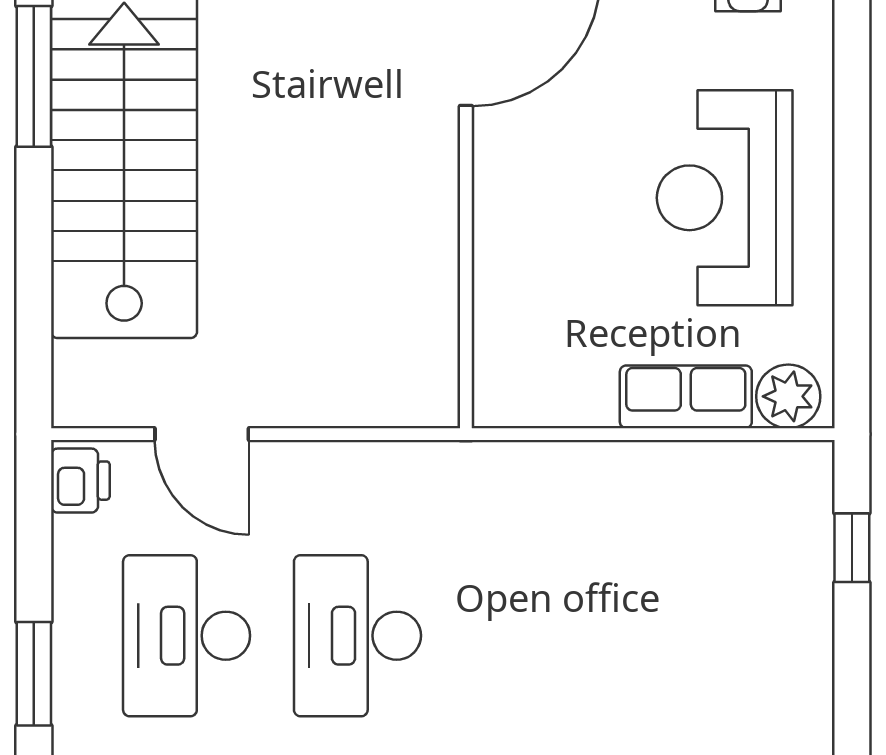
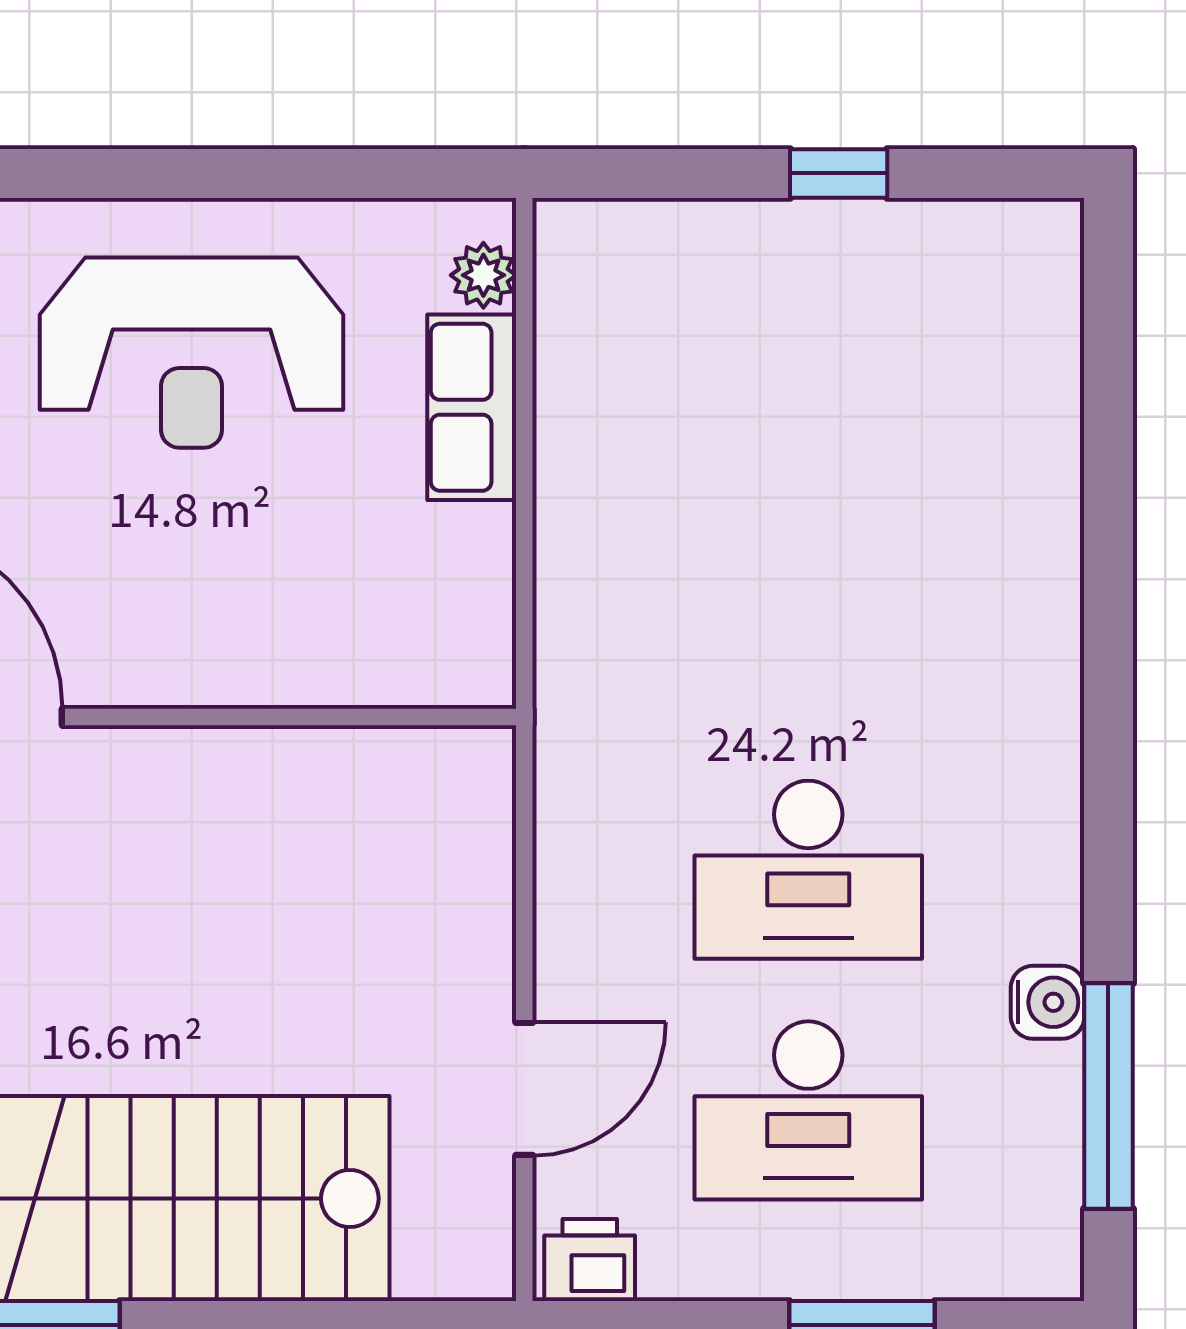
plant: (788, 396) -> (483, 275), width x0.73, depth x0.73
window: (852, 548) -> (839, 173), moved

